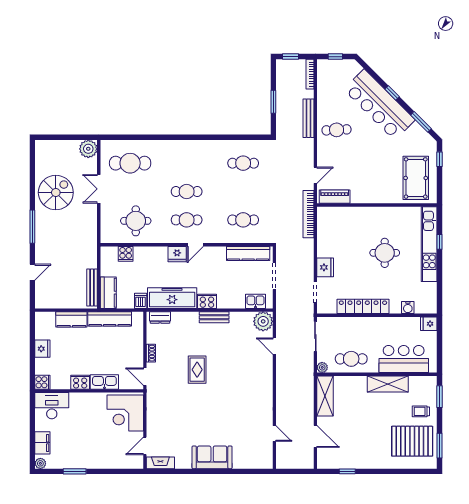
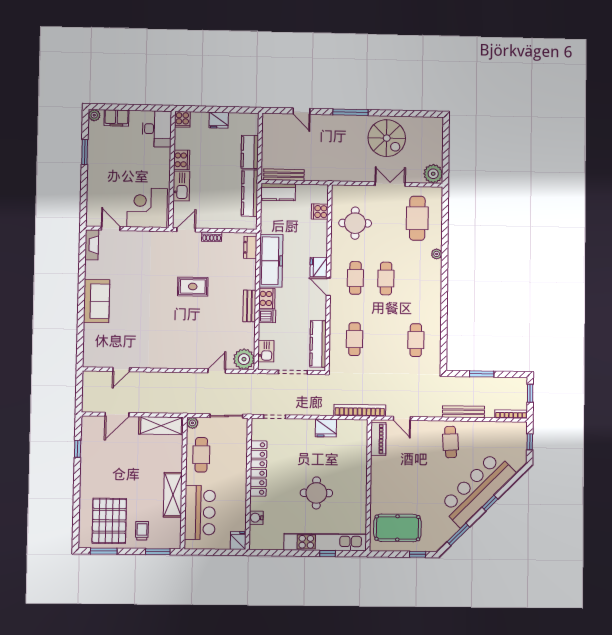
plant: (163, 145) -> (437, 254), added
fridge: (325, 267) -> (326, 428), moved
dishwasher: (141, 301) -> (267, 316), moved

